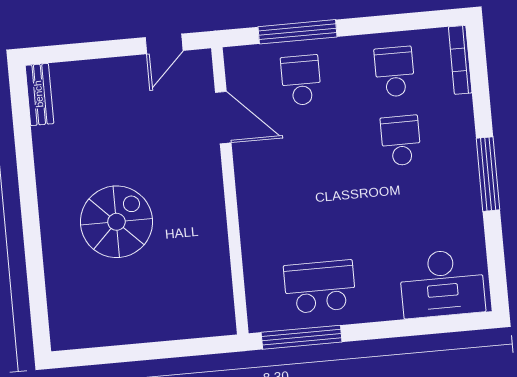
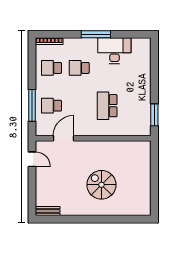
desk: (442, 283) -> (114, 51), moved, turned -90
school desk: (320, 287) -> (107, 106), moved
window: (302, 337) -> (154, 115), width x0.69

